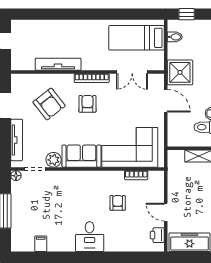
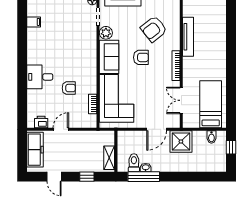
armchair: (87, 104) -> (141, 57), moved
desk: (90, 237) -> (40, 77), moved

